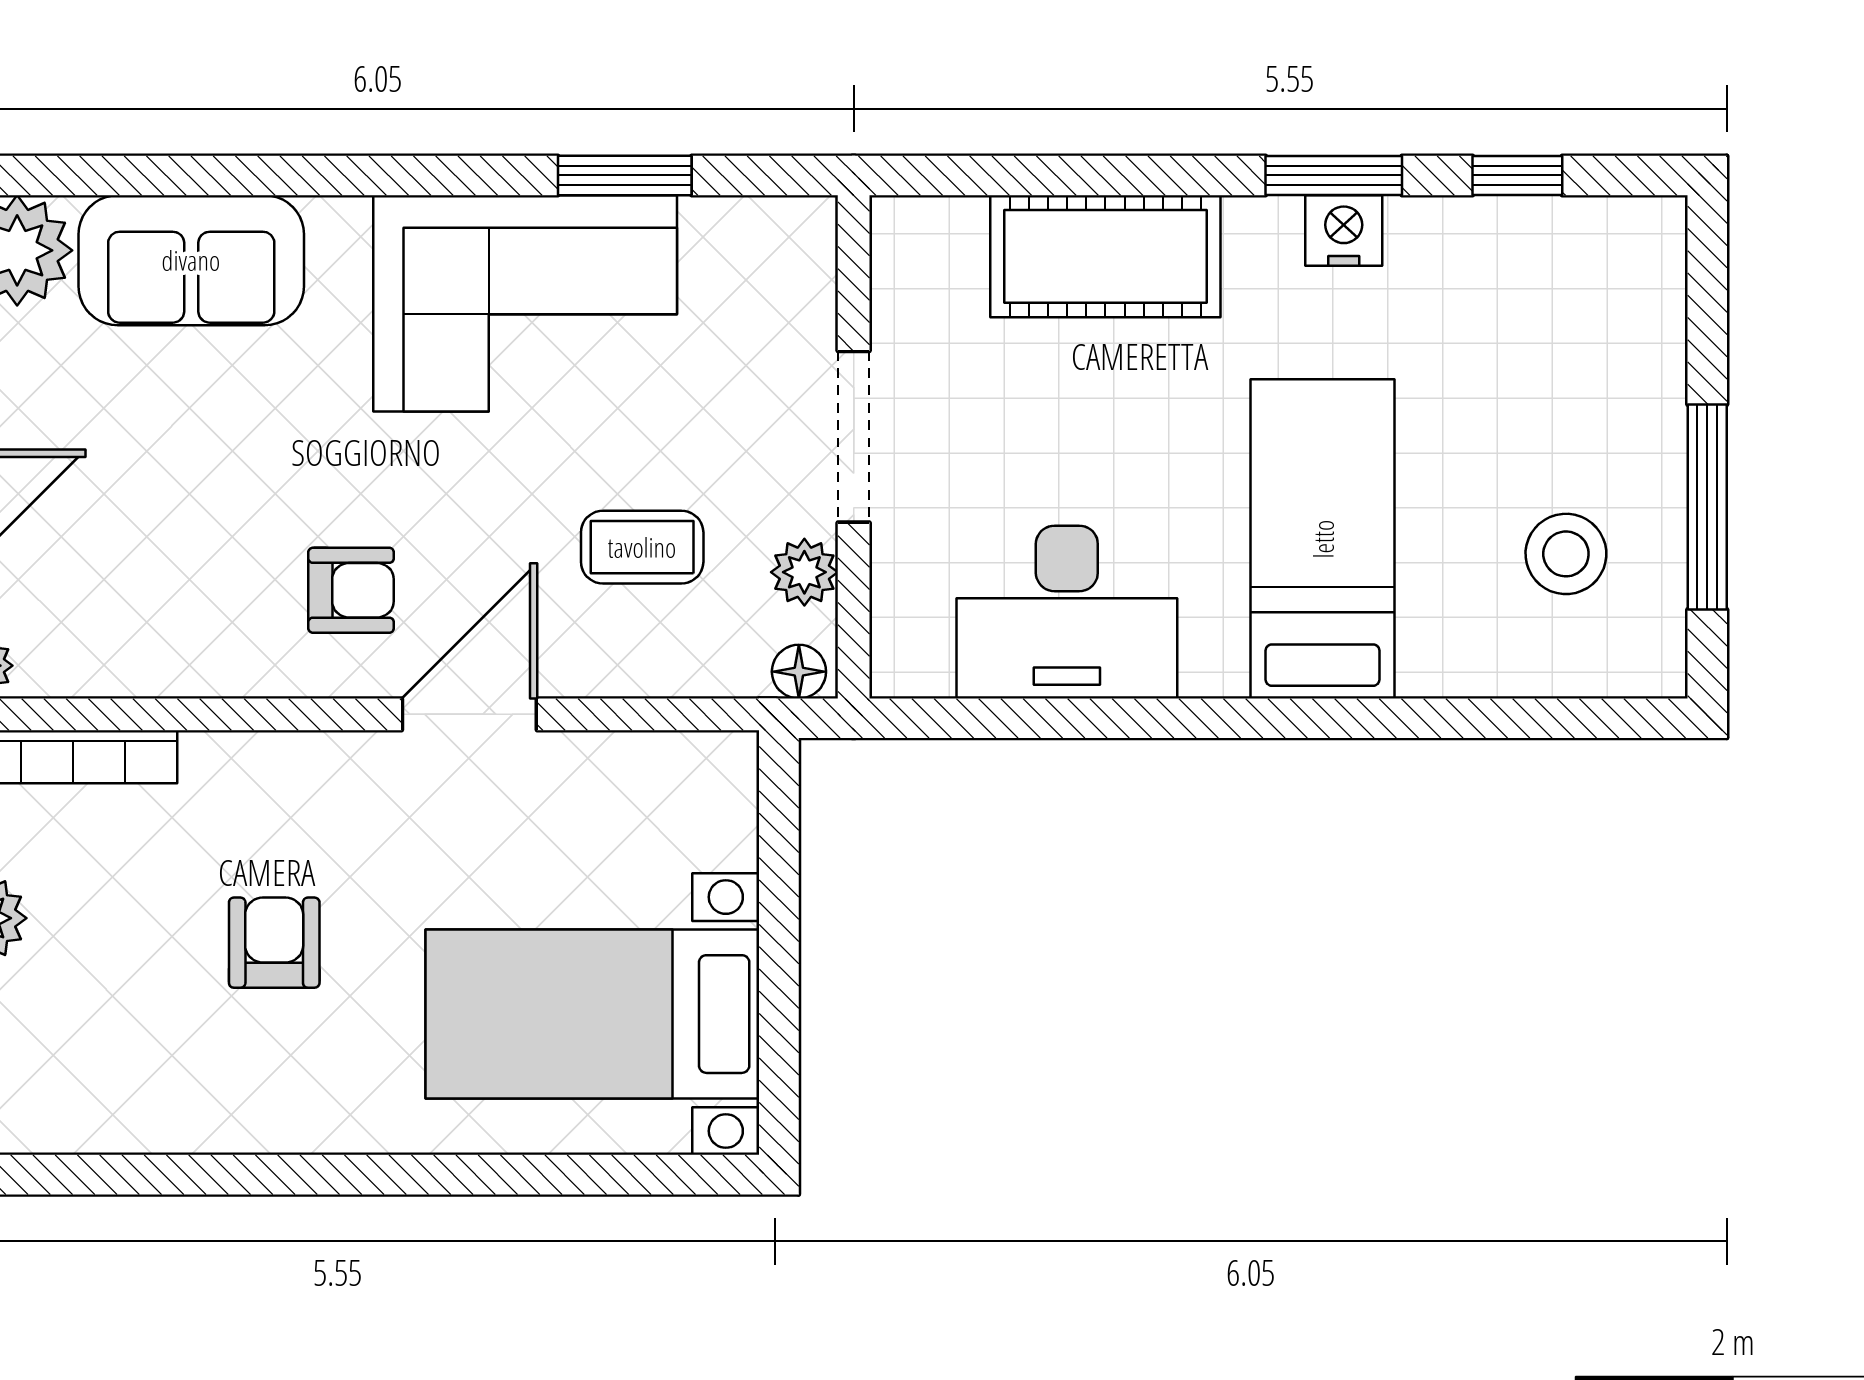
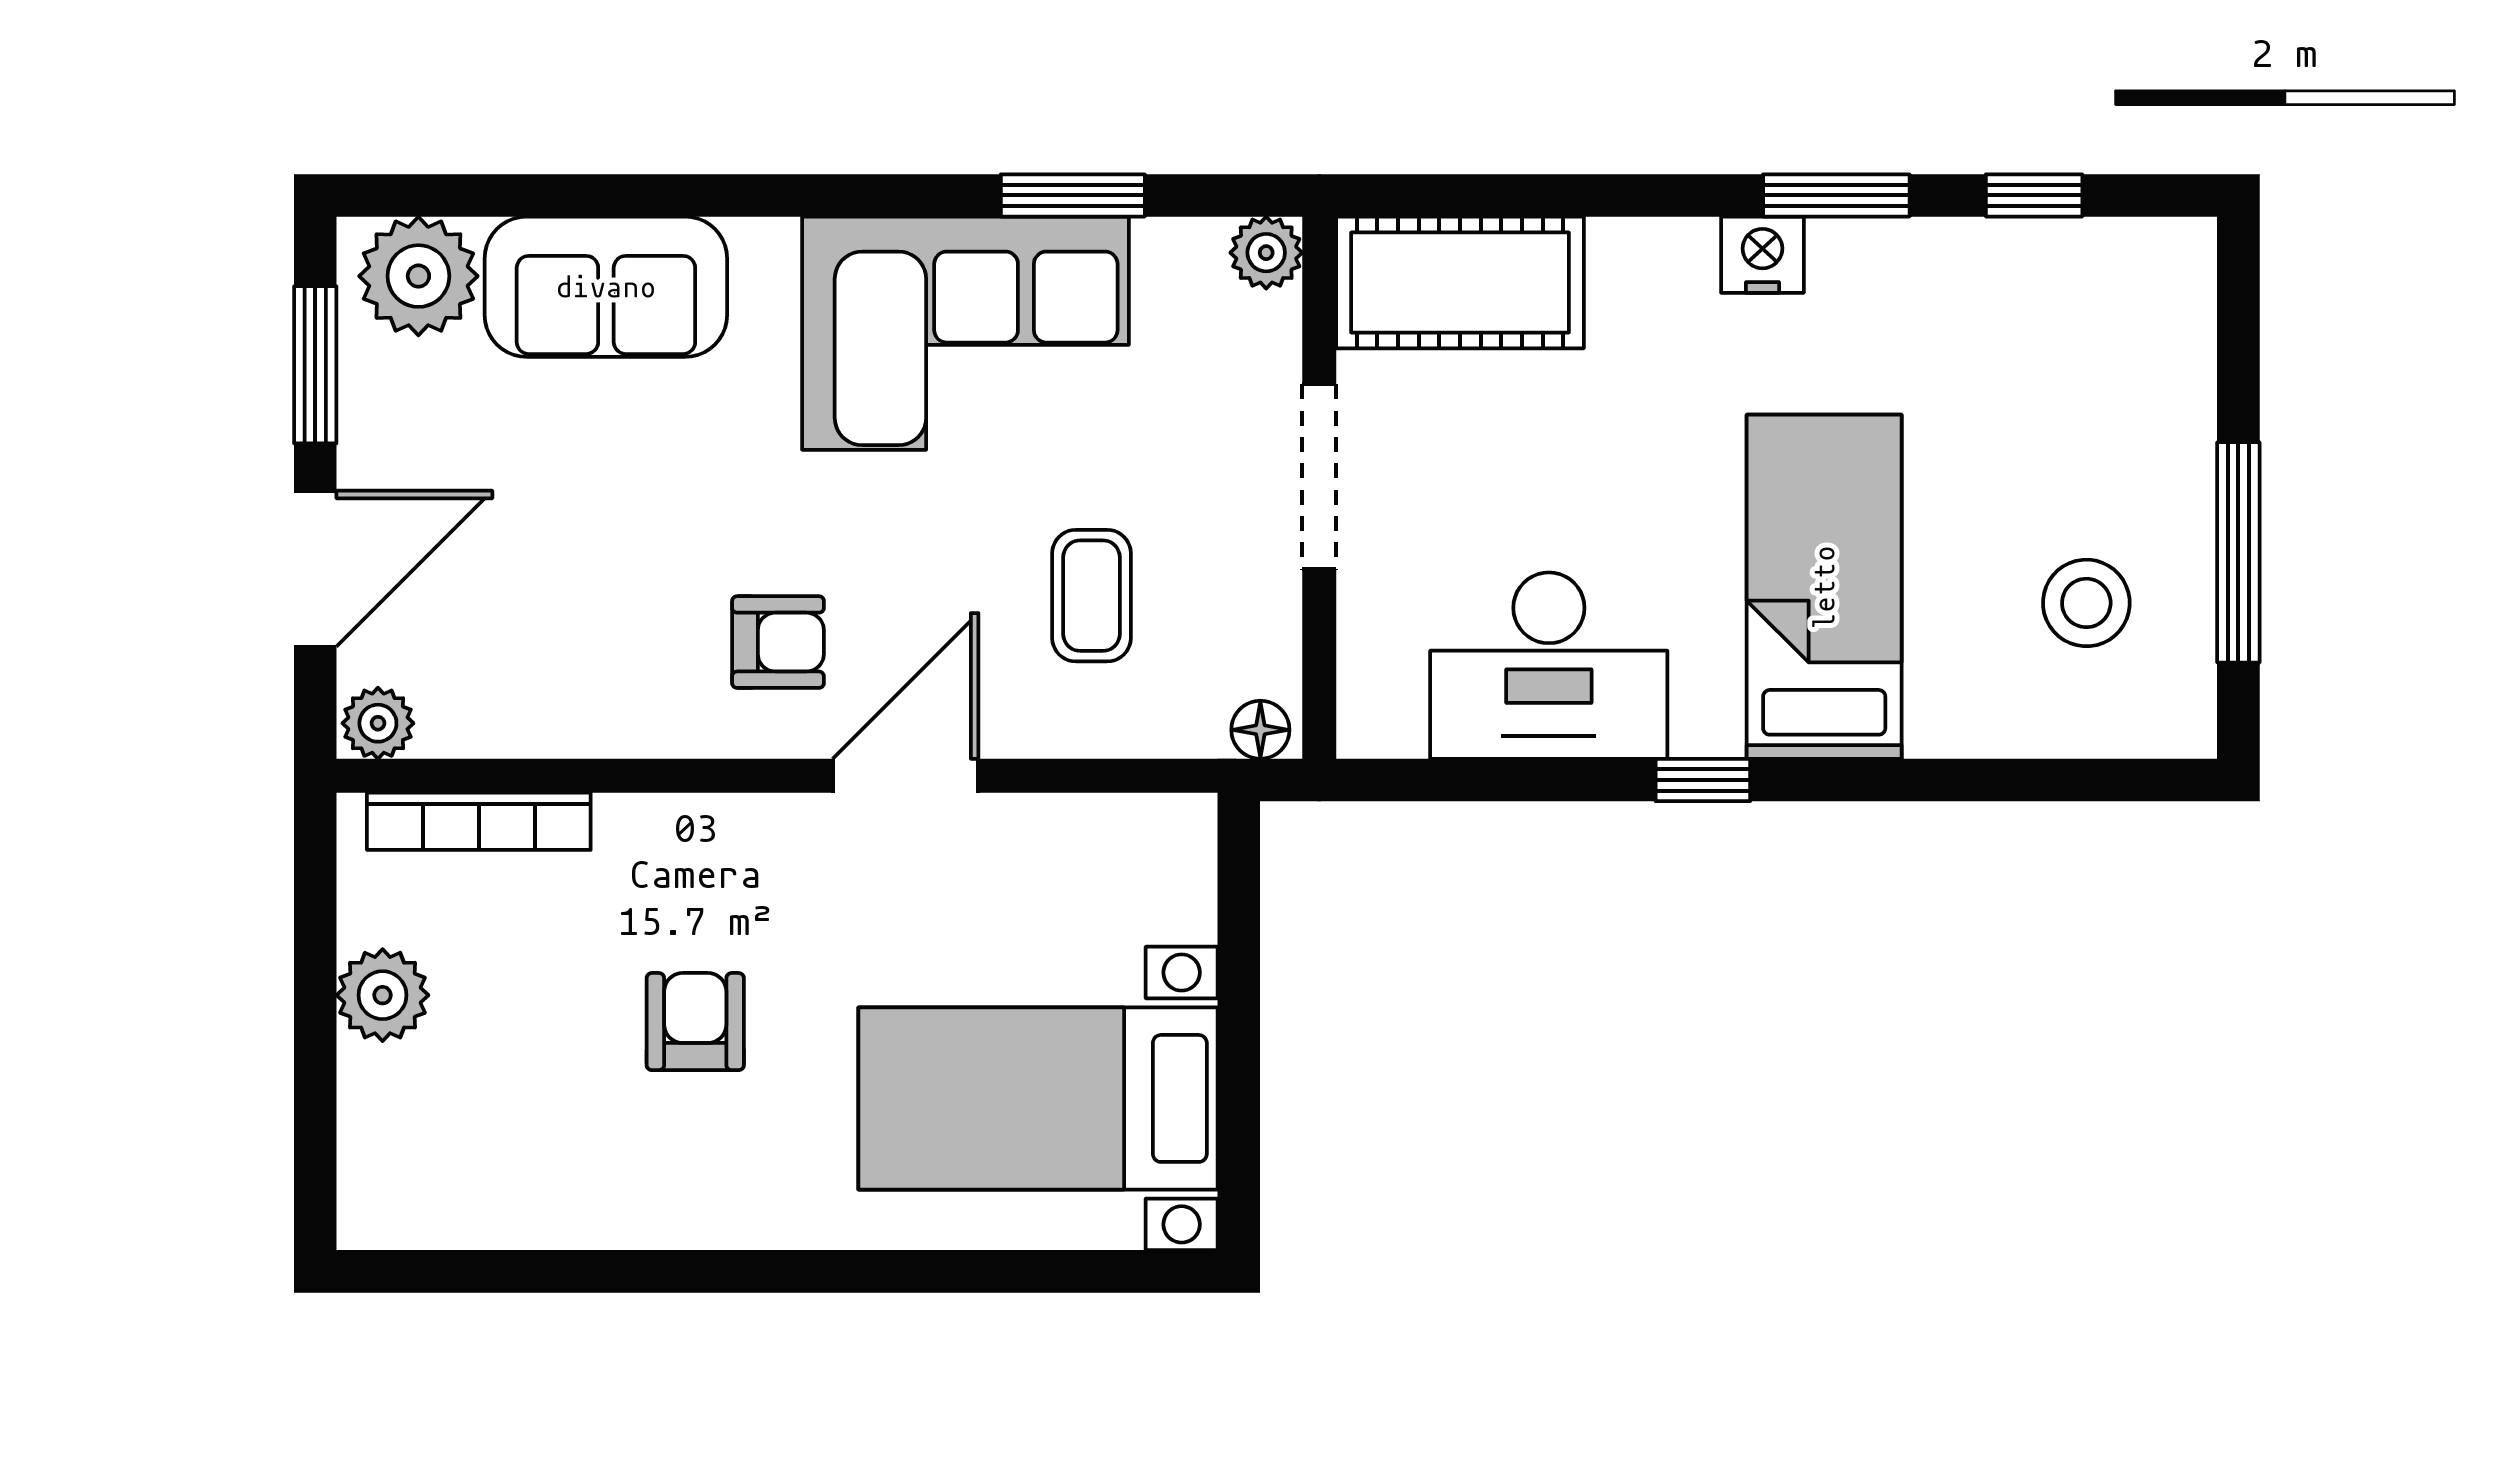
nightstand: (1344, 231) -> (1762, 255), moved
cot: (1105, 256) -> (1460, 282), moved
coffee table: (642, 547) -> (1092, 596), turned 90
plant: (804, 572) -> (1266, 253), moved
window: (1210, 718) -> (1703, 780), added

